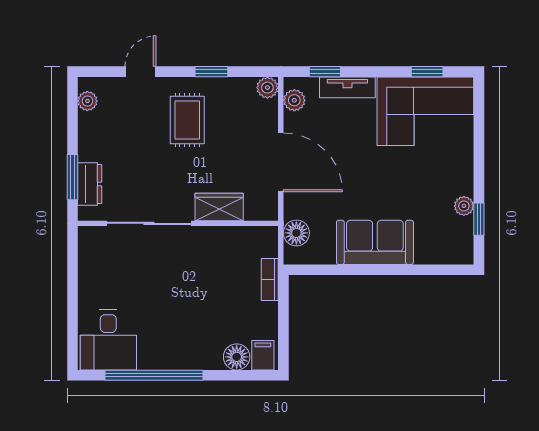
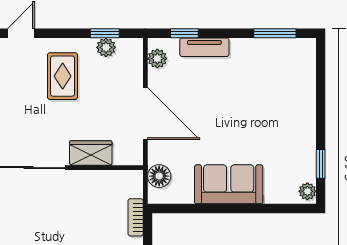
window: (211, 72) -> (105, 33), moved
window: (427, 72) -> (275, 33), width x1.50
plant: (267, 88) -> (106, 47), moved
corner sofa: (425, 111) -> (273, 68), removed
plant: (464, 206) -> (307, 191), moved

